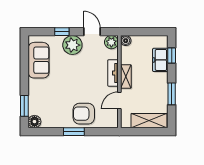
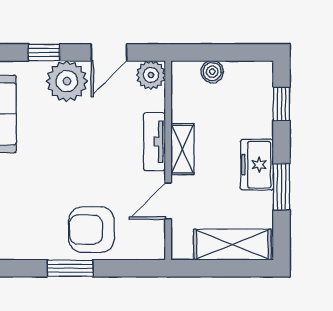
door: (92, 32) -> (109, 52), swing flipped
boiler: (126, 41) -> (212, 72), moved
freezer: (160, 60) -> (257, 165), moved

